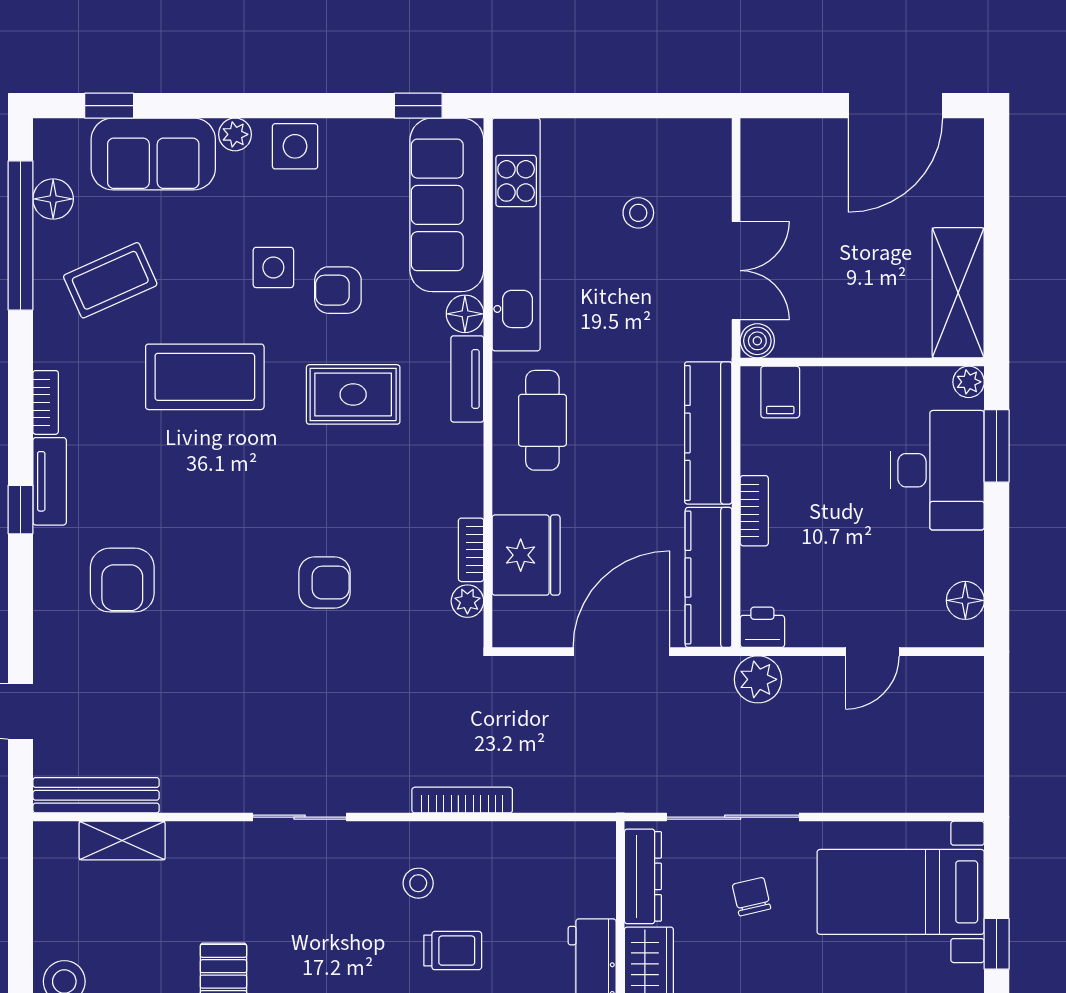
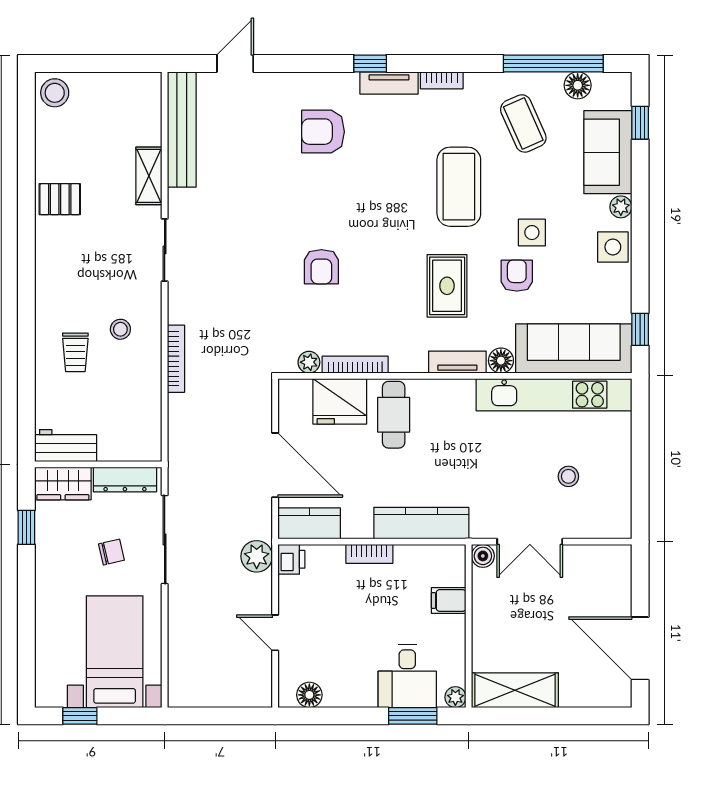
filing cabinet: (780, 392) -> (449, 600), moved
cafe table: (542, 420) -> (394, 415), moved, turned 90
desk: (937, 470) -> (407, 676), width x0.73
bookcase: (471, 550) -> (355, 365), width x1.56
kitchen counter: (709, 577) -> (309, 523), width x0.67
bench: (96, 795) -> (182, 129), width x1.37, depth x1.21
shelving: (122, 841) -> (149, 176), moved

